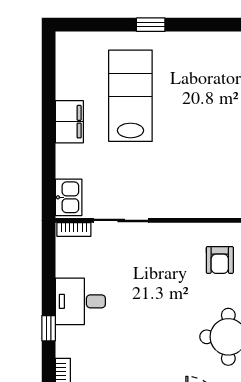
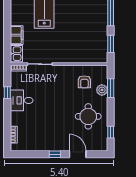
filing cabinet: (69, 122) -> (17, 35), moved
window: (49, 328) -> (7, 93), moved

